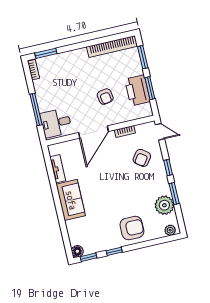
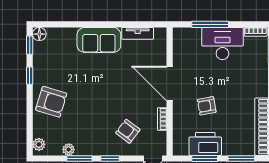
desk: (56, 123) -> (222, 43), moved, width x1.37
plant: (164, 205) -> (69, 150), width x0.53, depth x0.53
armchair: (132, 228) -> (51, 102), turned -73

